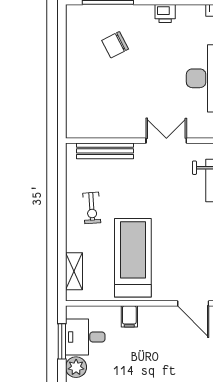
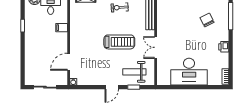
double door: (166, 141) -> (156, 47), swing flipped
treadmill: (133, 258) -> (119, 42), moved, width x0.73, depth x0.73

